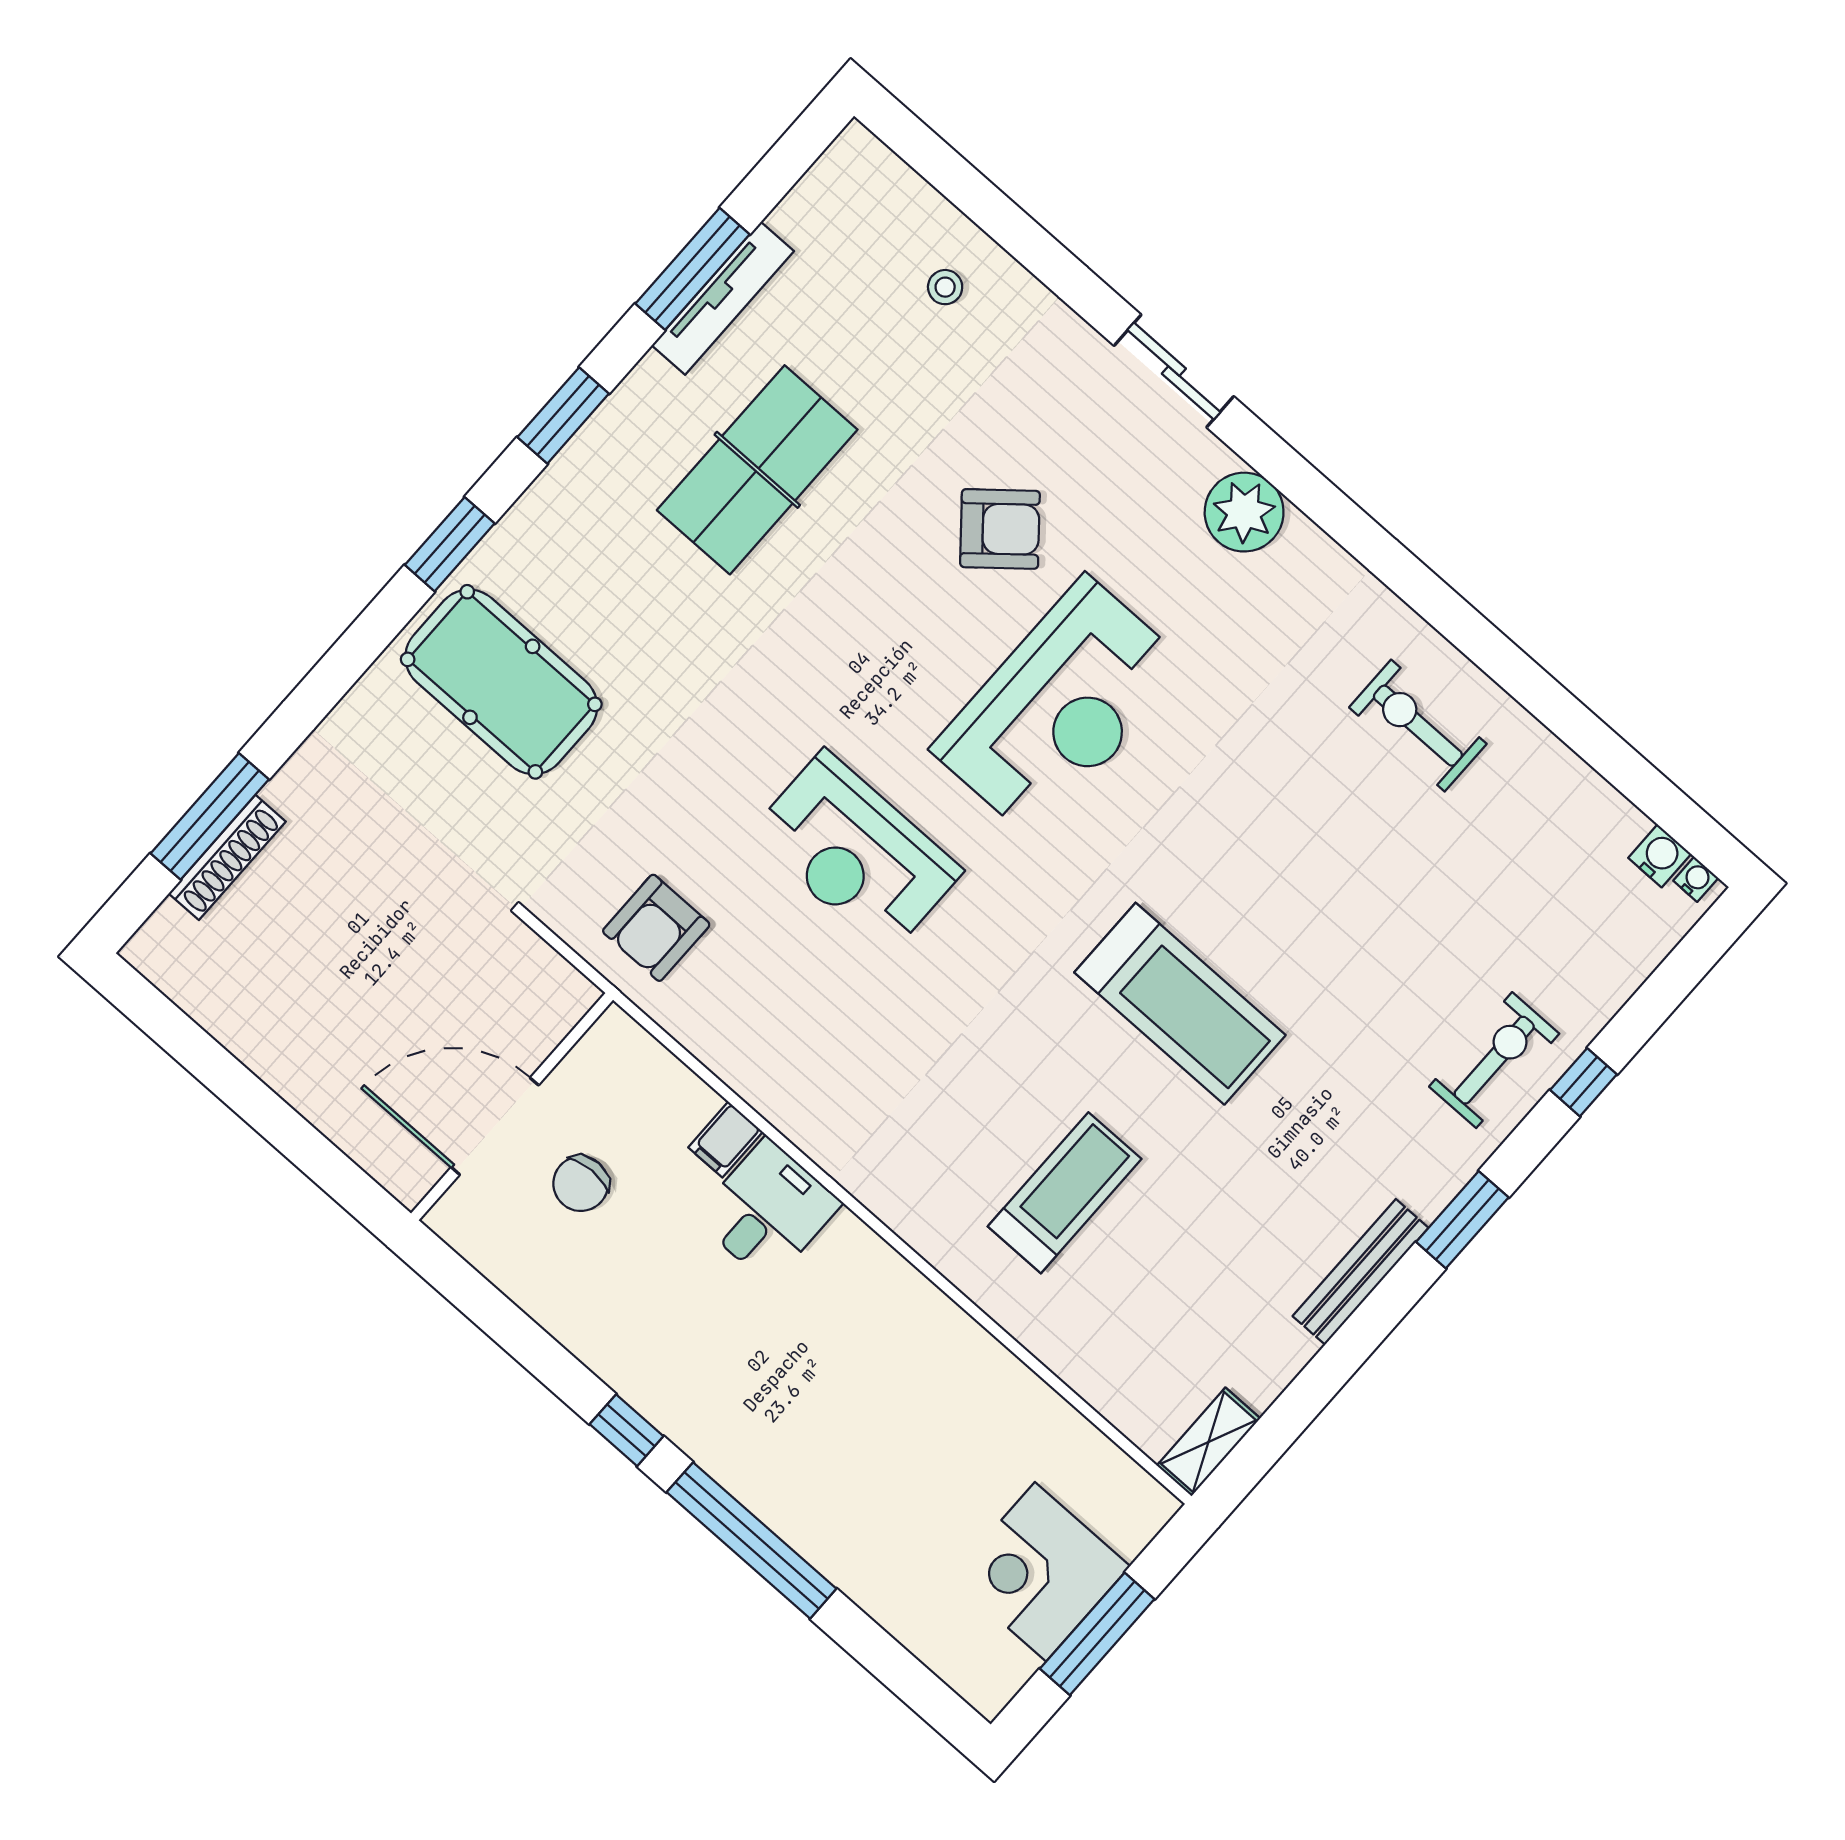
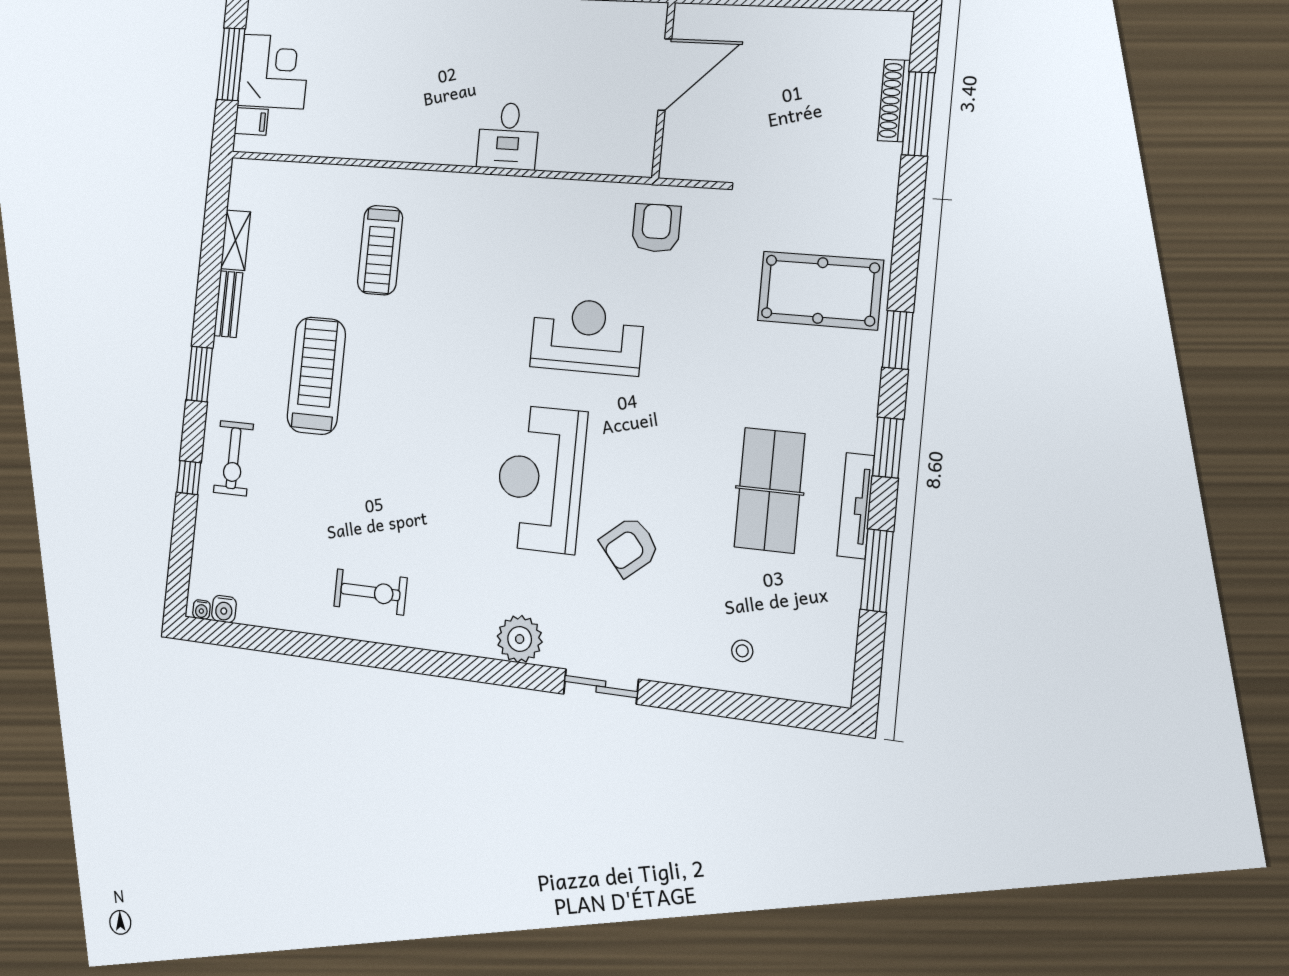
tv unit: (723, 298) -> (856, 506), moved
treadmill: (1180, 1004) -> (316, 376), moved, turned 90
filing cabinet: (725, 1140) -> (251, 121), moved, turned 90
chair: (581, 1184) -> (604, 80), removed
bench: (1361, 1272) -> (228, 304), width x0.73
shelving: (1209, 1442) -> (235, 240), moved

